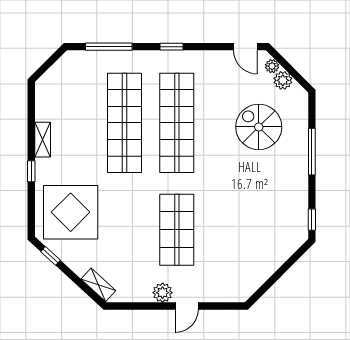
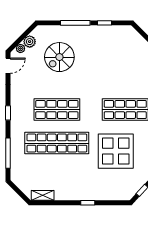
shop shelf: (177, 123) -> (57, 109), width x0.71
shelving: (43, 140) -> (43, 195), moved
display table: (71, 212) -> (116, 151), moved
window: (312, 220) -> (104, 23), moved

